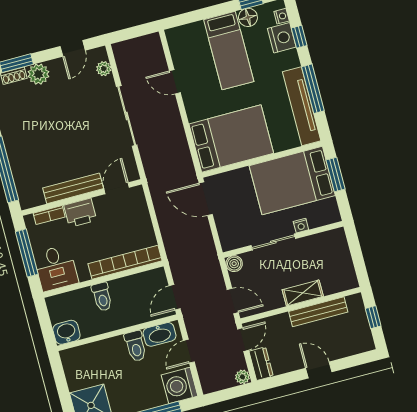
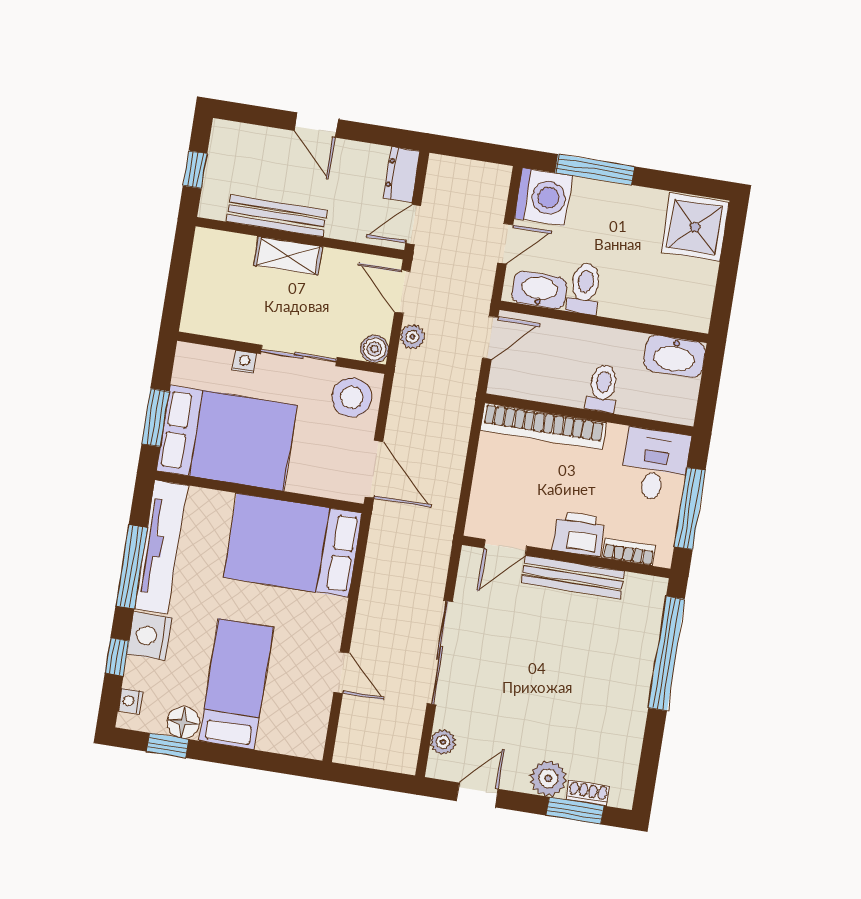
nightstand: (282, 38) -> (150, 636), moved
stool: (235, 232) -> (352, 397), added
washbasin: (66, 332) -> (675, 356), width x1.38
plant: (242, 377) -> (412, 337), moved

